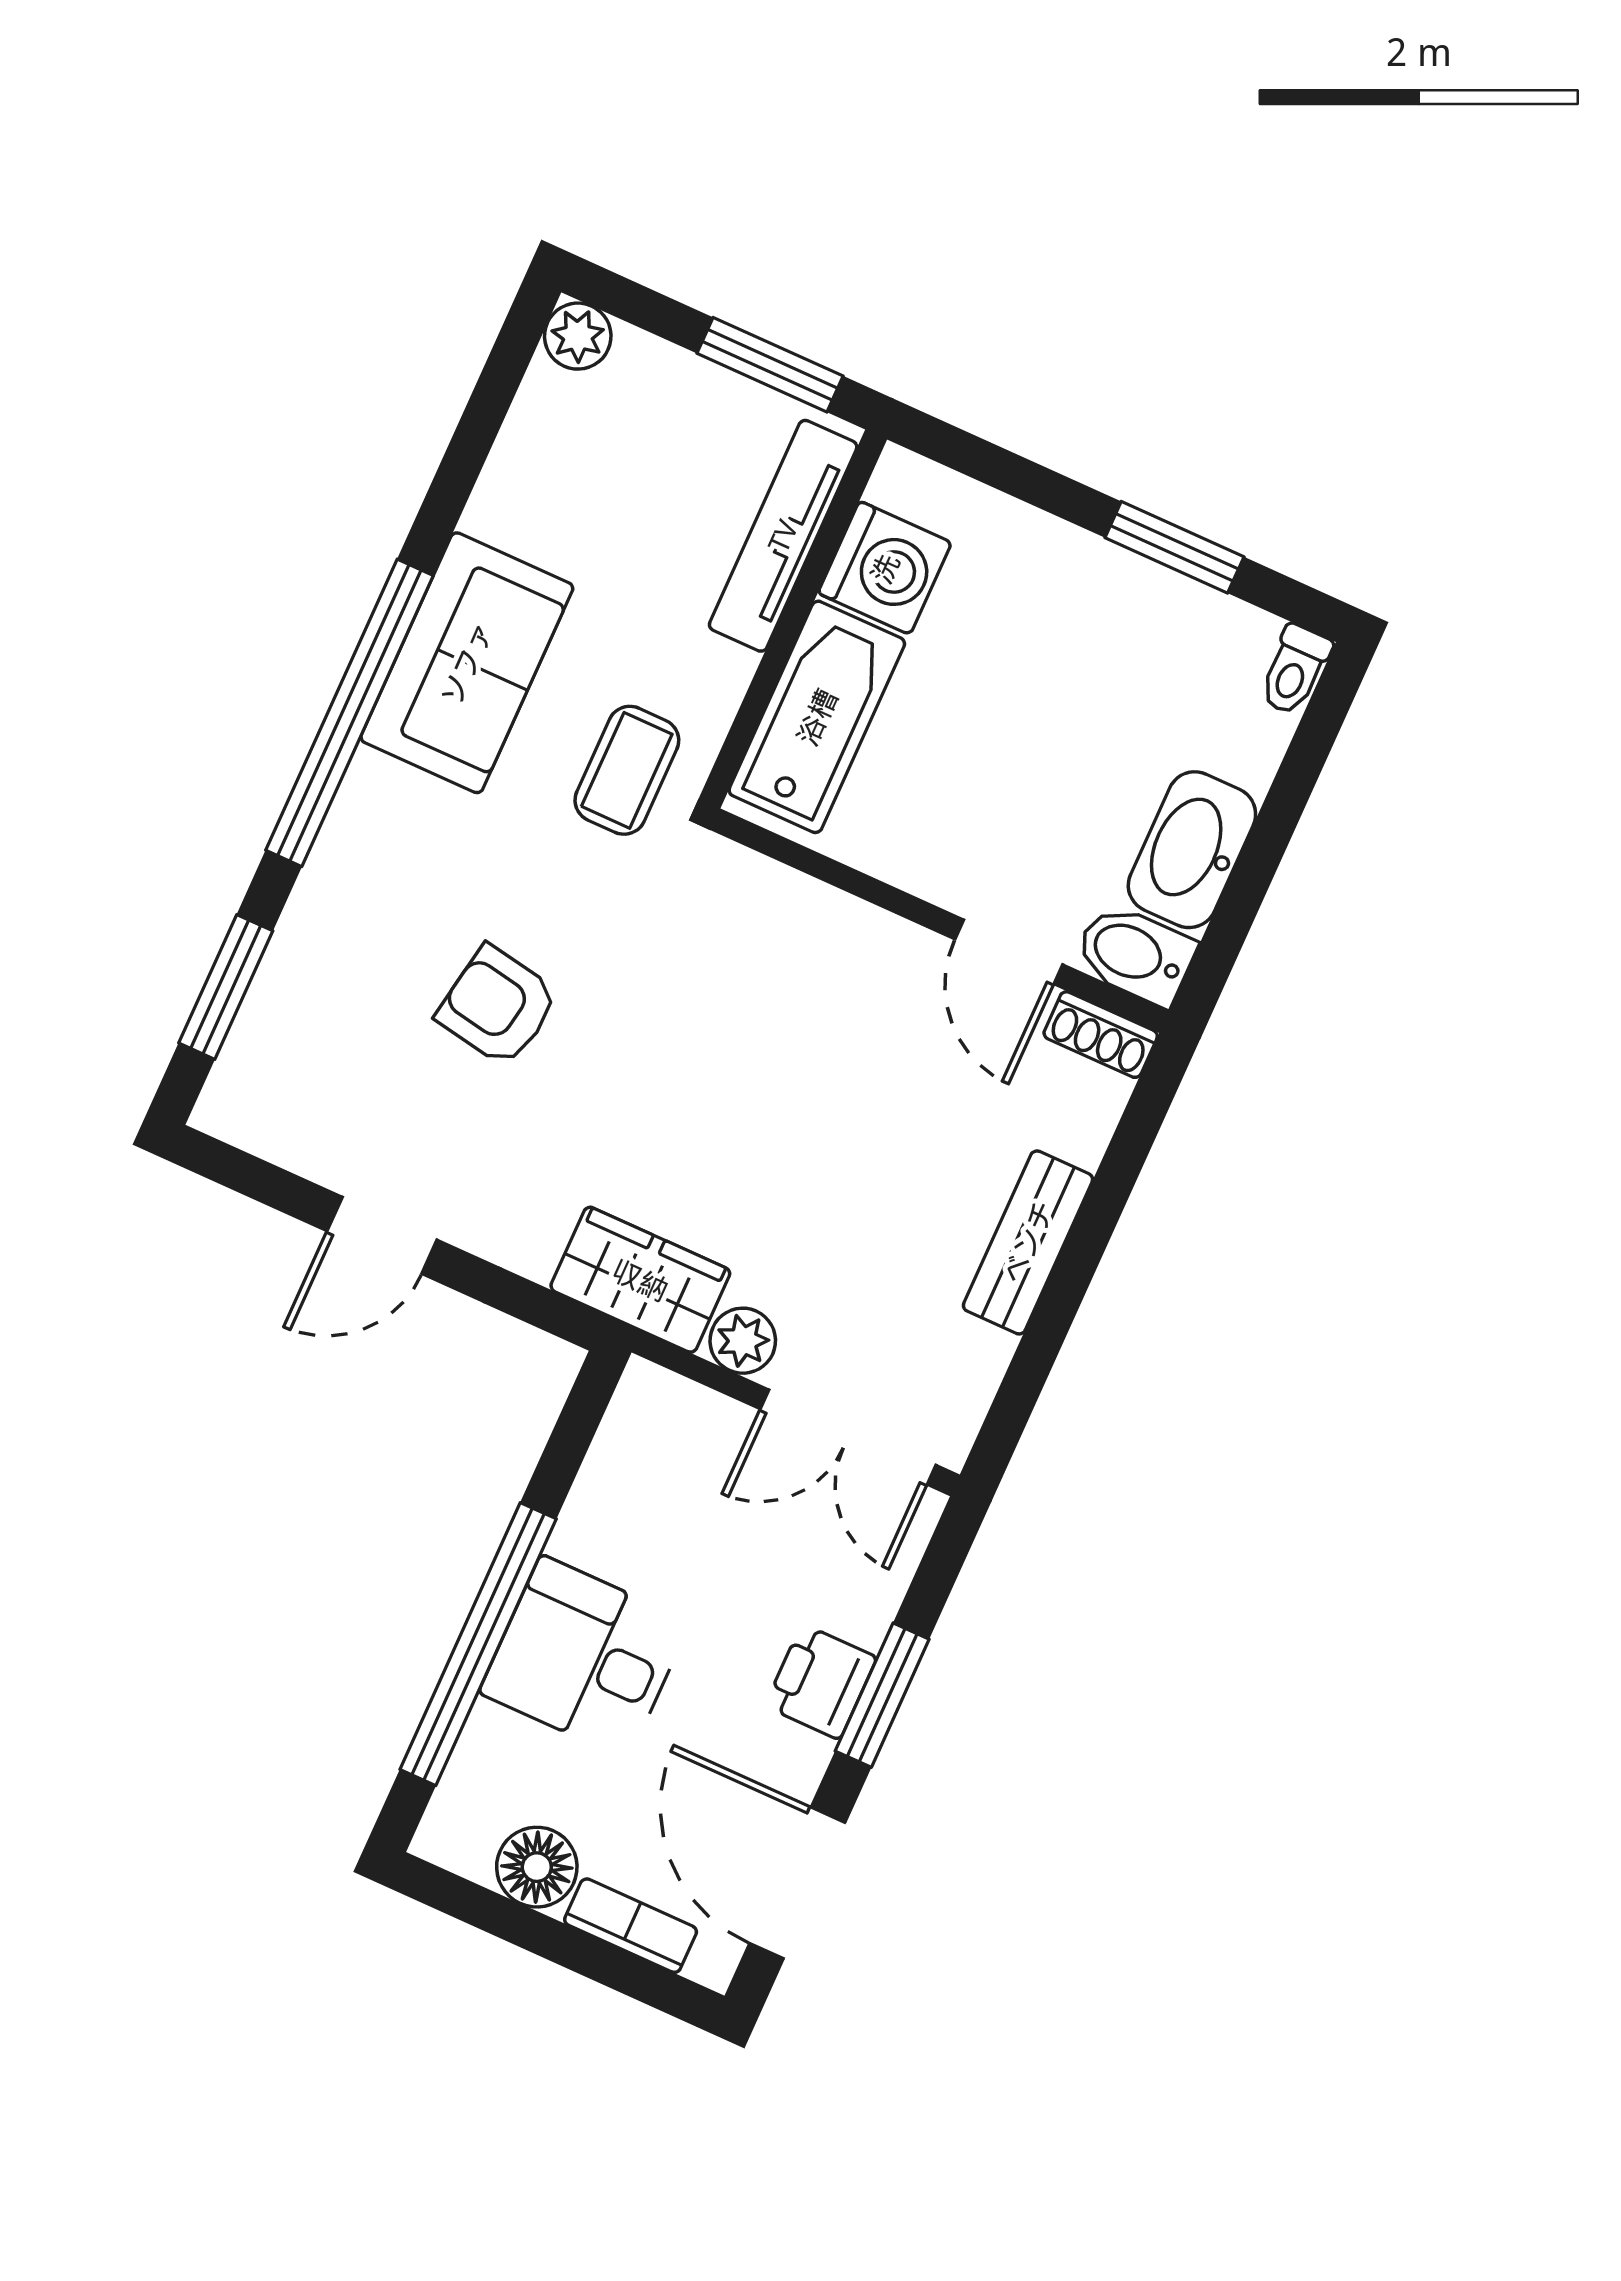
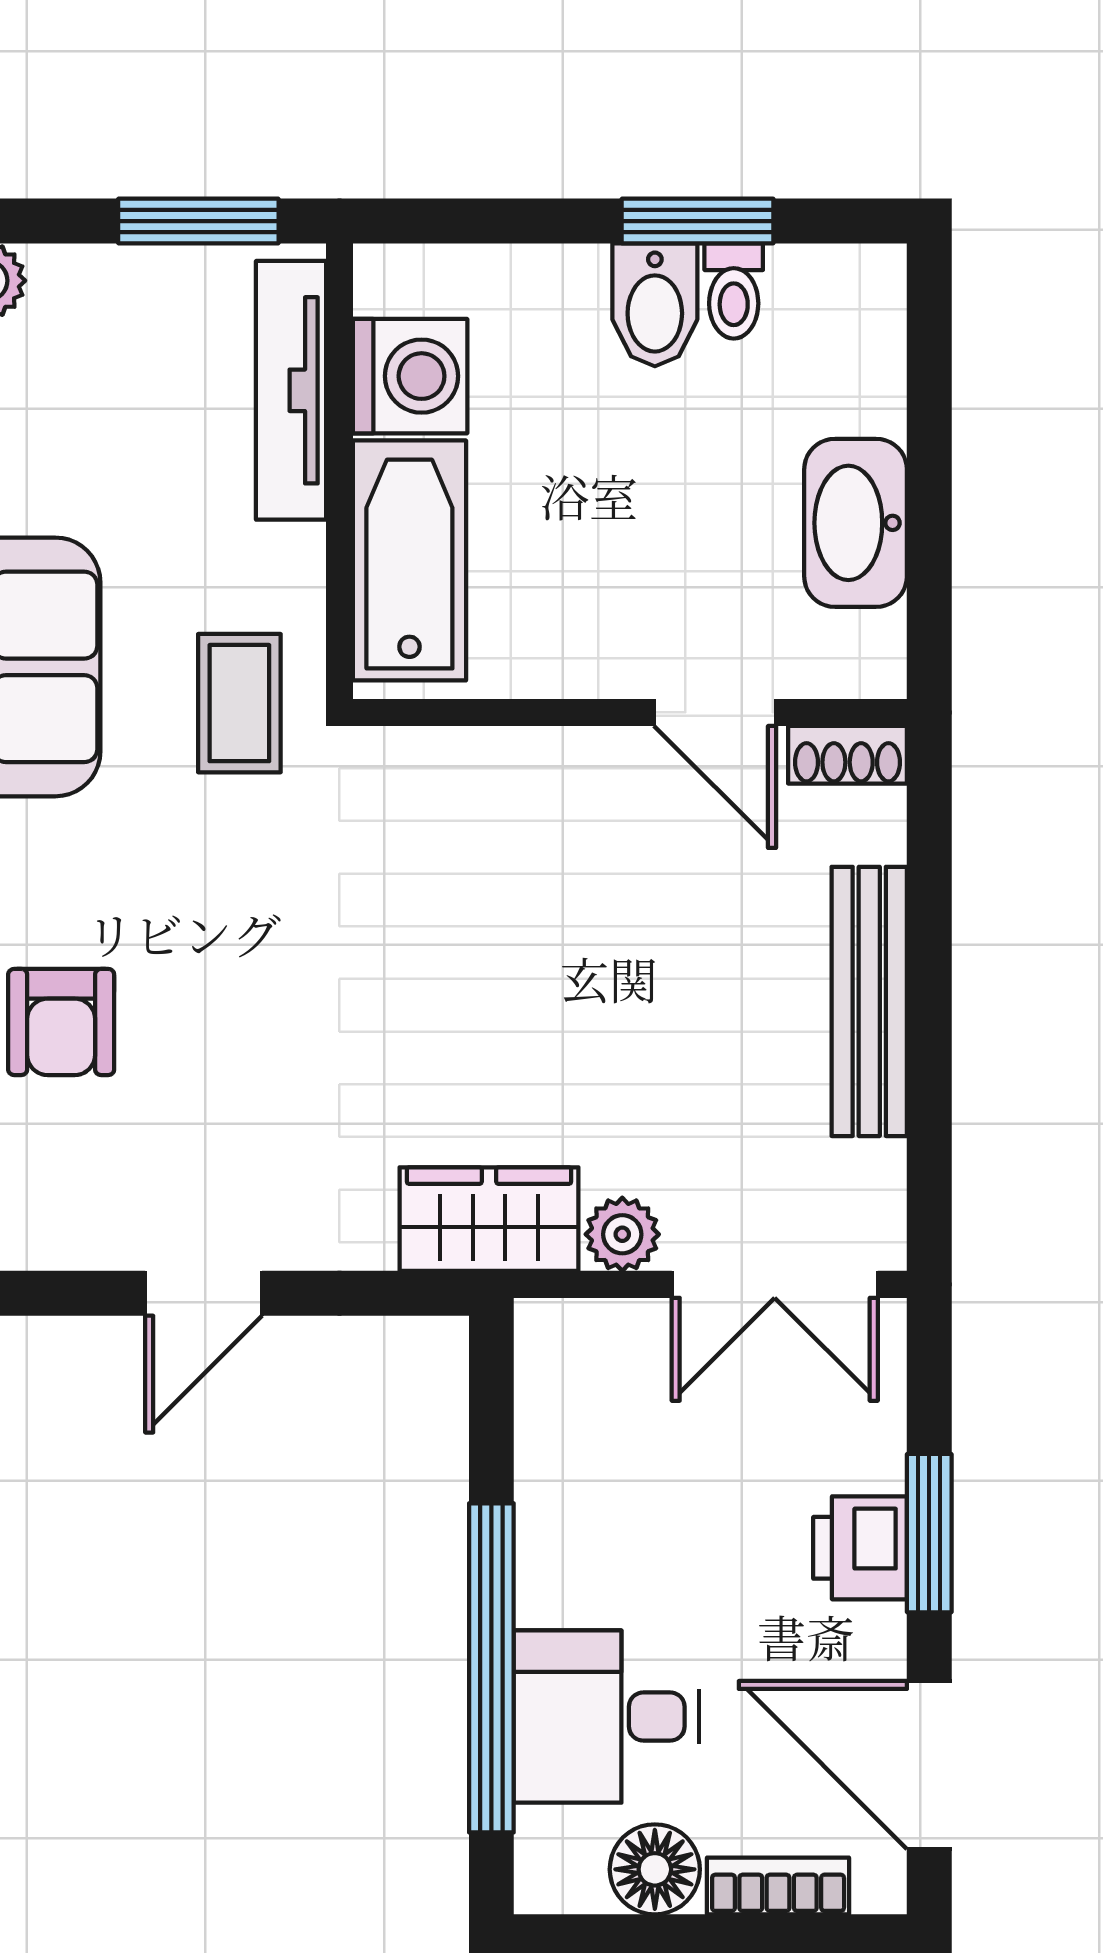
toilet: (1295, 670) -> (734, 291), moved
bidet: (1135, 954) -> (655, 305), moved, turned -90
armchair: (498, 1006) -> (61, 1022), moved, turned -100
bench: (1028, 1242) -> (869, 1001), width x1.36
desk: (585, 1657) -> (607, 1717), moved

